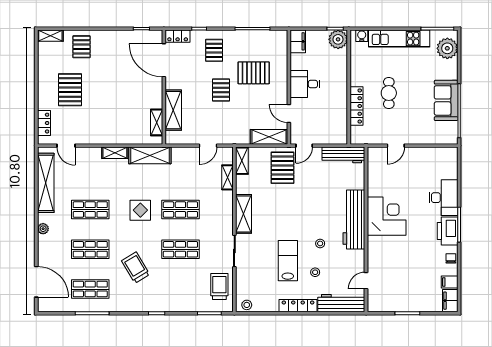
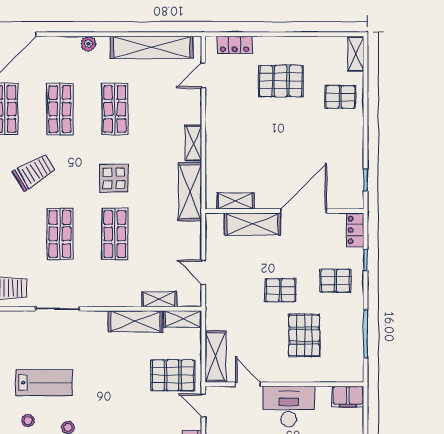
door: (164, 60) -> (304, 211), moved
desk: (305, 84) -> (289, 406), width x1.37
door: (289, 113) -> (248, 384), hinge flipped
shelving: (243, 214) -> (135, 321), moved

